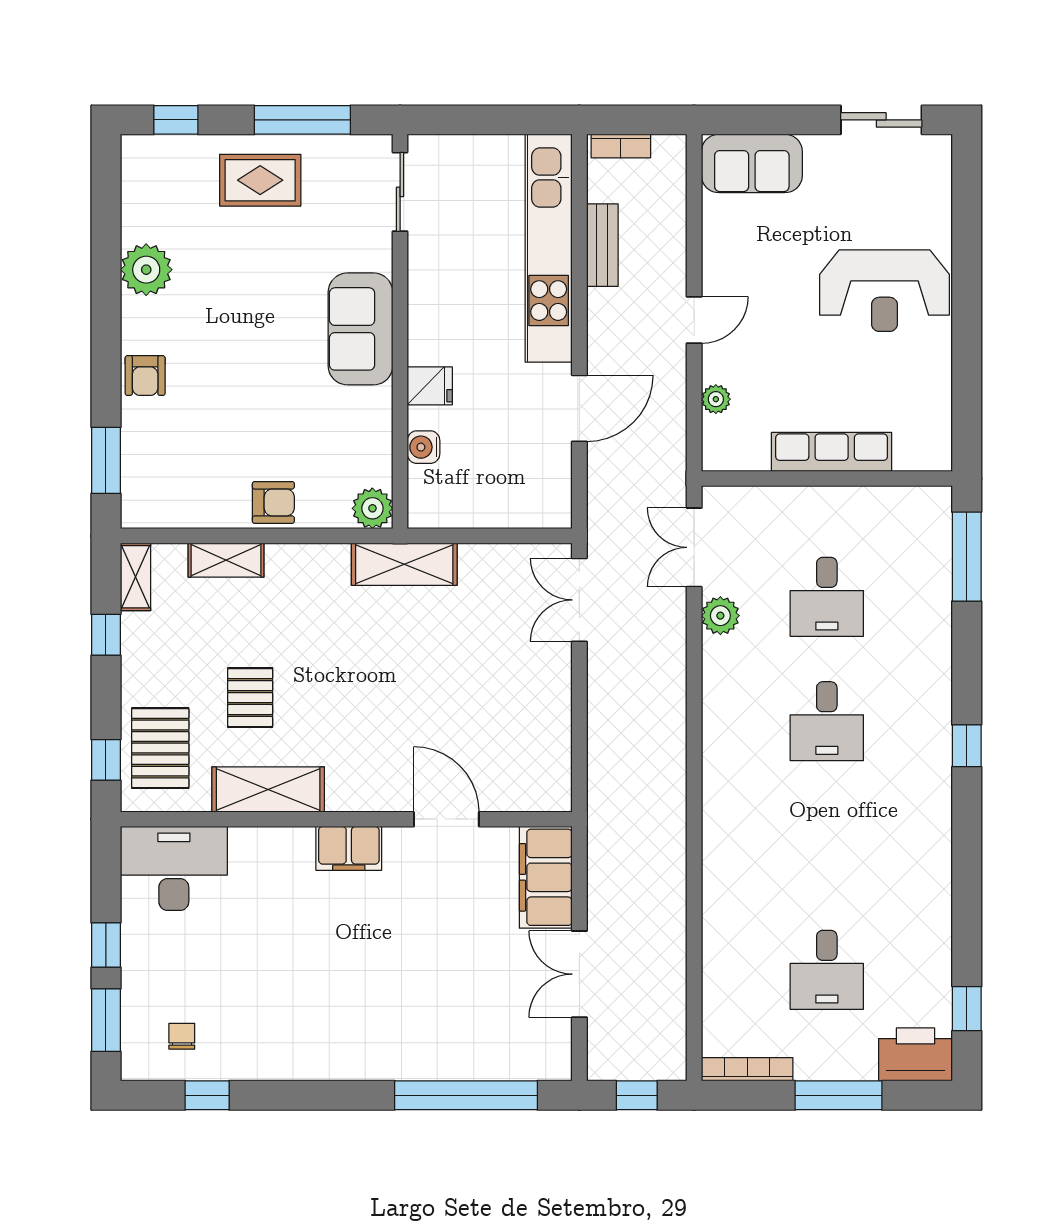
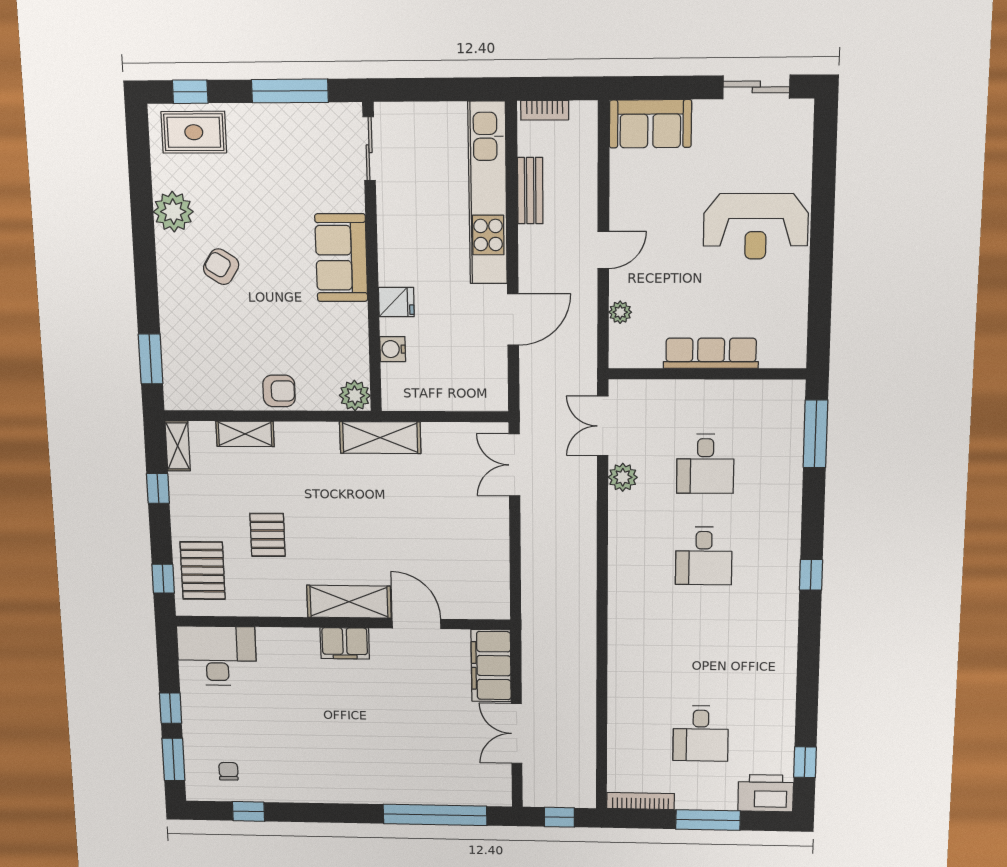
rug: (260, 180) -> (194, 132), moved
armchair: (145, 376) -> (221, 267), moved, turned 122
shelving: (268, 790) -> (349, 602), moved

